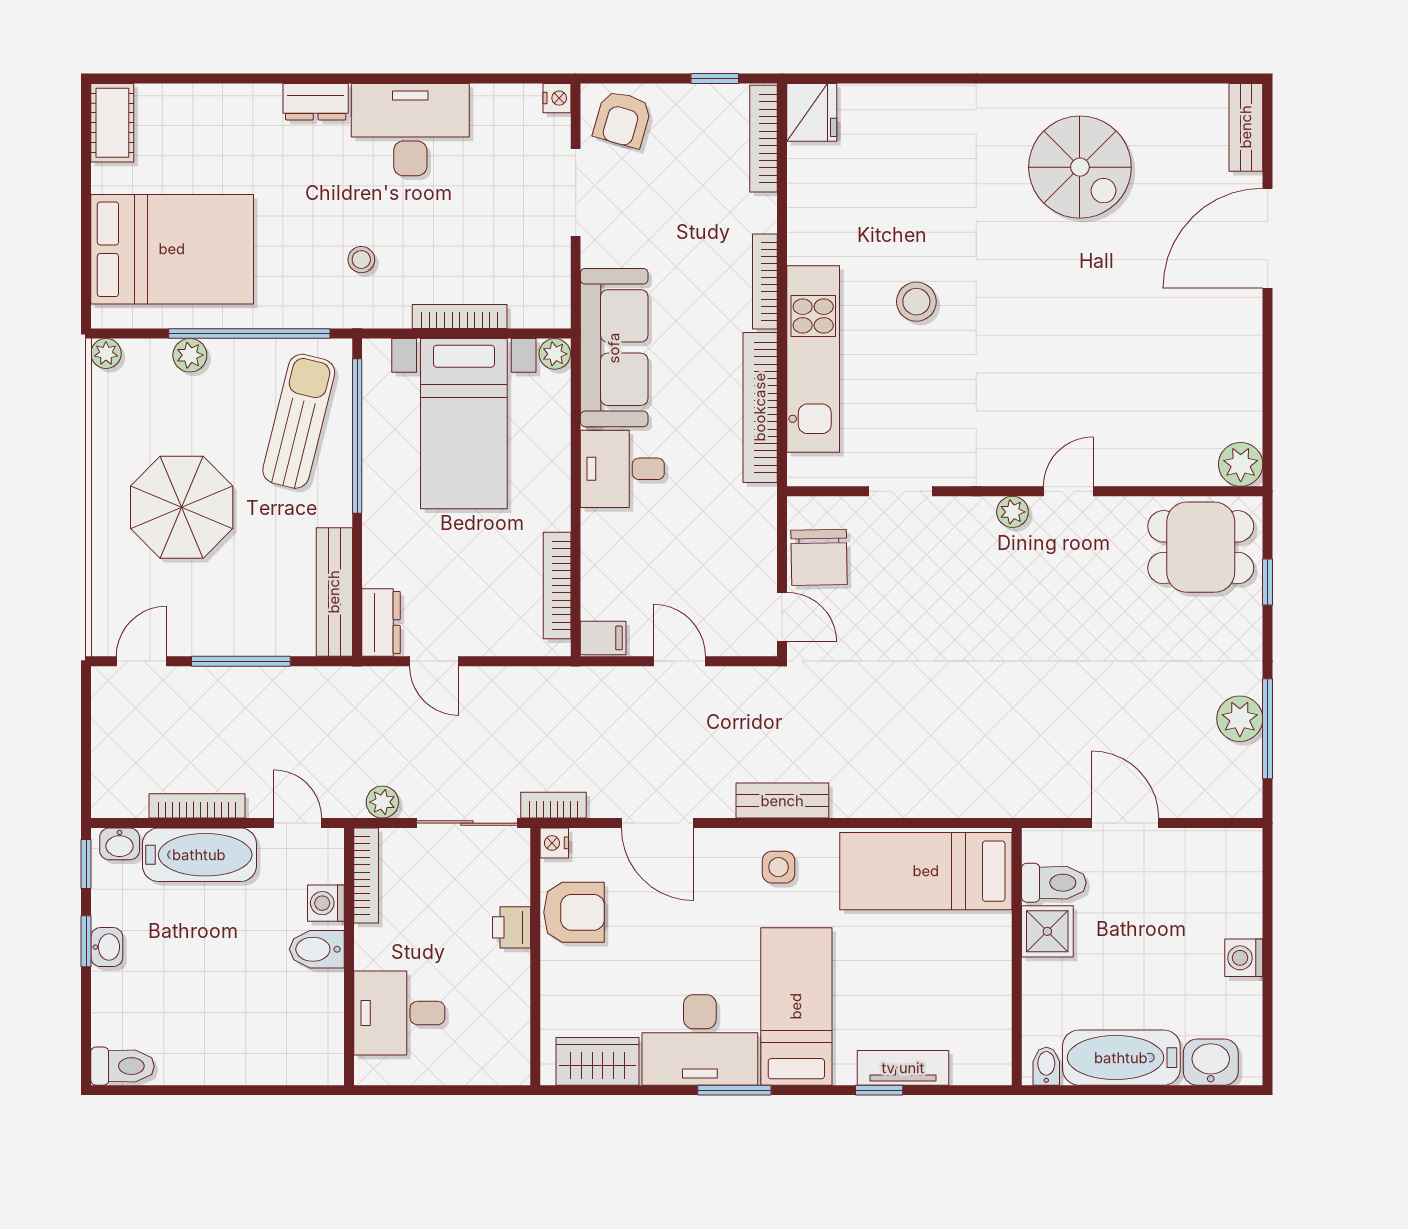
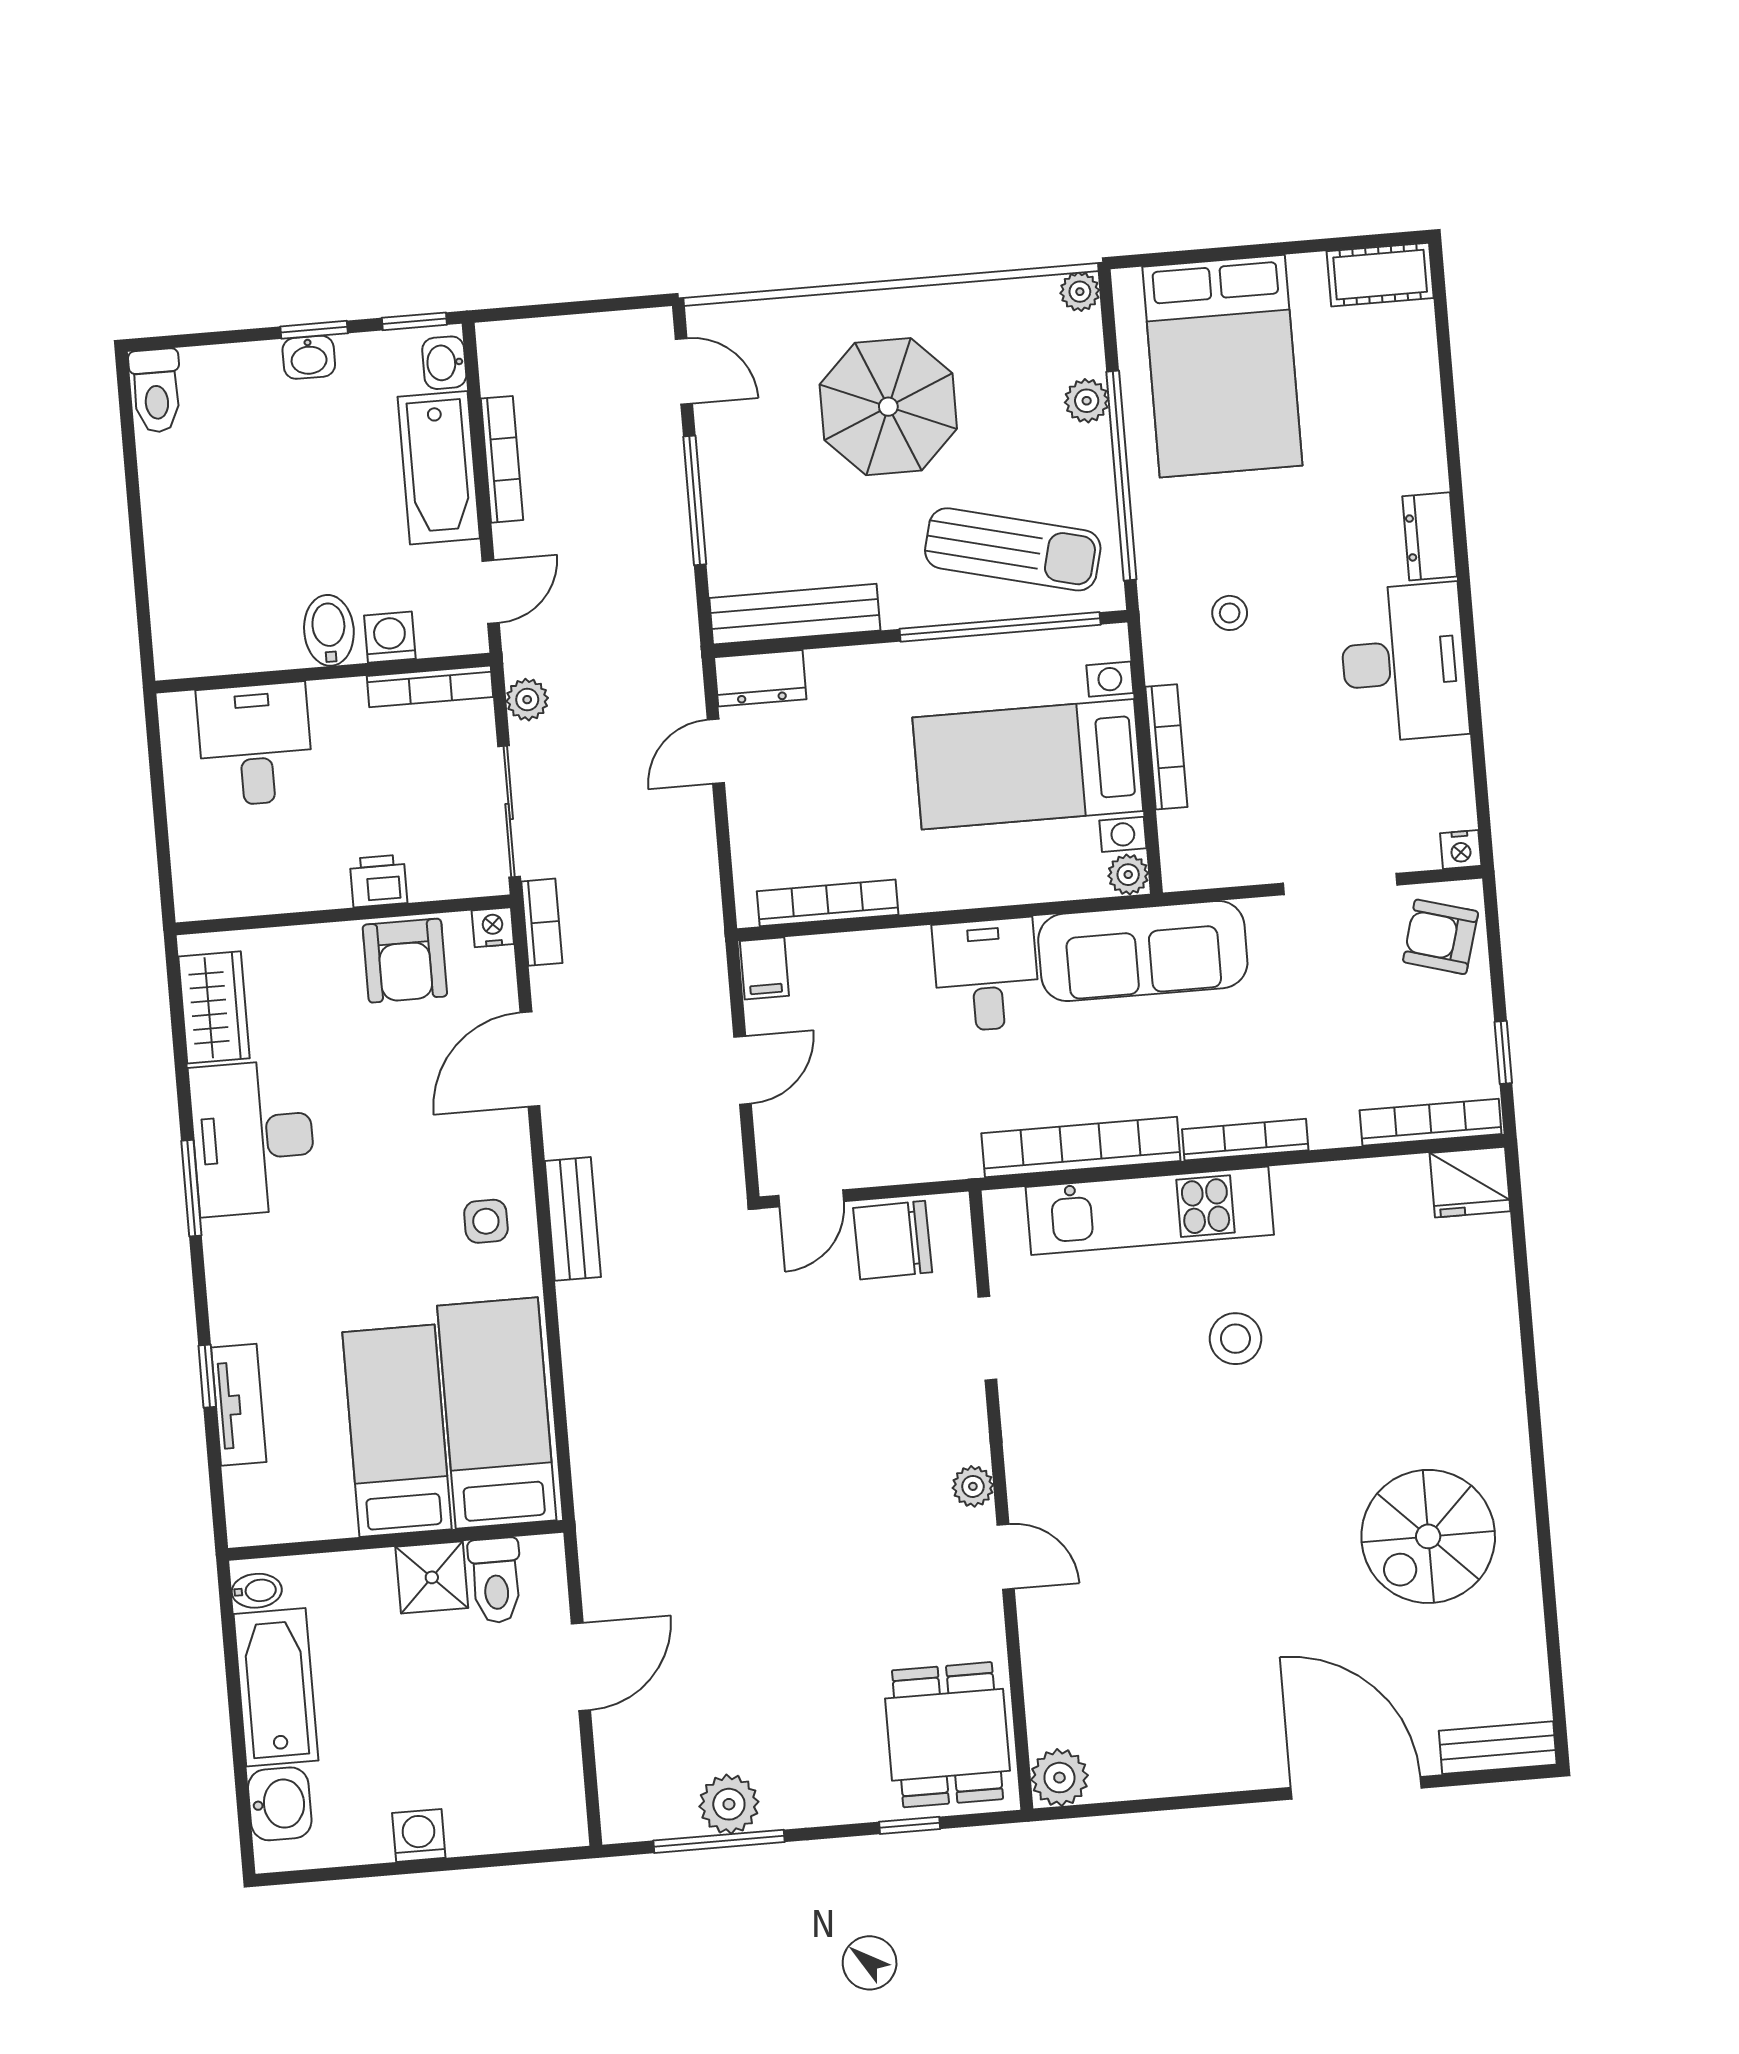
bed: (796, 1006) -> (397, 1431), moved, turned -90

